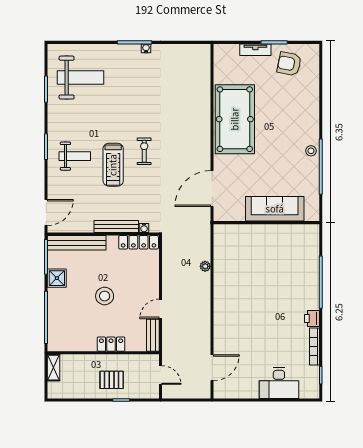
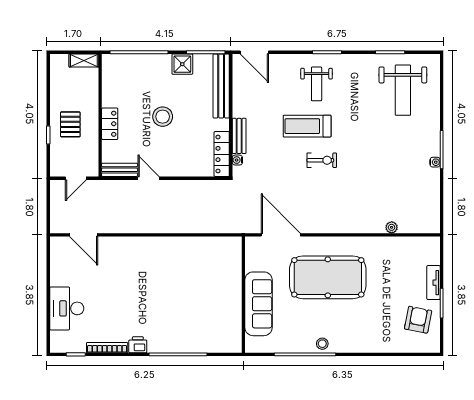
pool table: (235, 119) -> (328, 277), moved
bench: (116, 226) -> (239, 136), width x0.73
plant: (205, 266) -> (392, 227), moved

